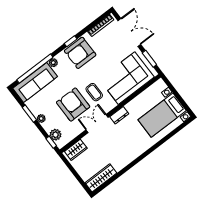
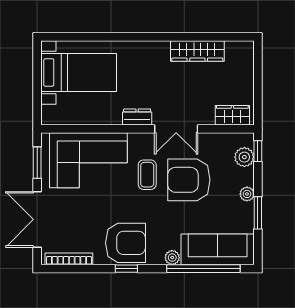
armchair: (73, 105) -> (189, 180), turned 90
wardrobe: (101, 178) -> (197, 51), moved

